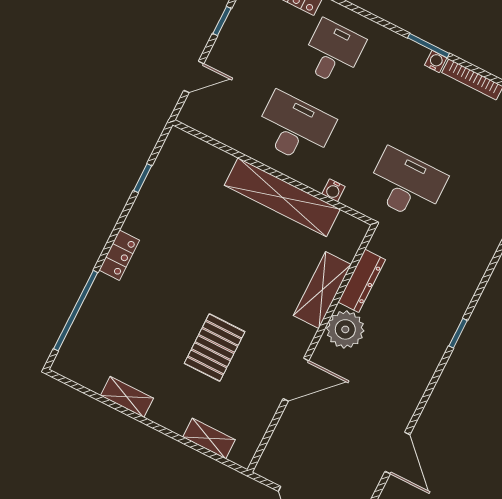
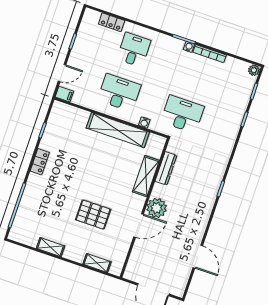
filing cabinet: (193, 117) -> (64, 94), added
locker: (119, 255) -> (40, 162), moved
plant: (345, 329) -> (157, 208), moved
pallet: (215, 348) -> (93, 215), turned 90

